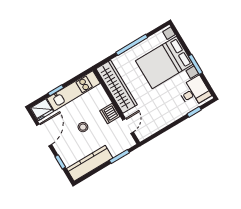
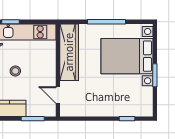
desk: (194, 92) -> (139, 100), removed
dishwasher: (110, 114) -> (48, 73), removed
door: (128, 126) -> (58, 95), swing flipped

